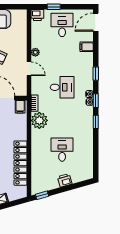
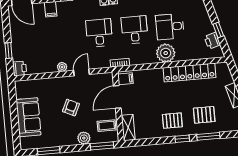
desk: (62, 25) -> (135, 30), moved, turned 90
plant: (39, 120) -> (166, 53), moved
printer: (65, 180) -> (212, 41), moved
window: (42, 195) -> (218, 30), moved

